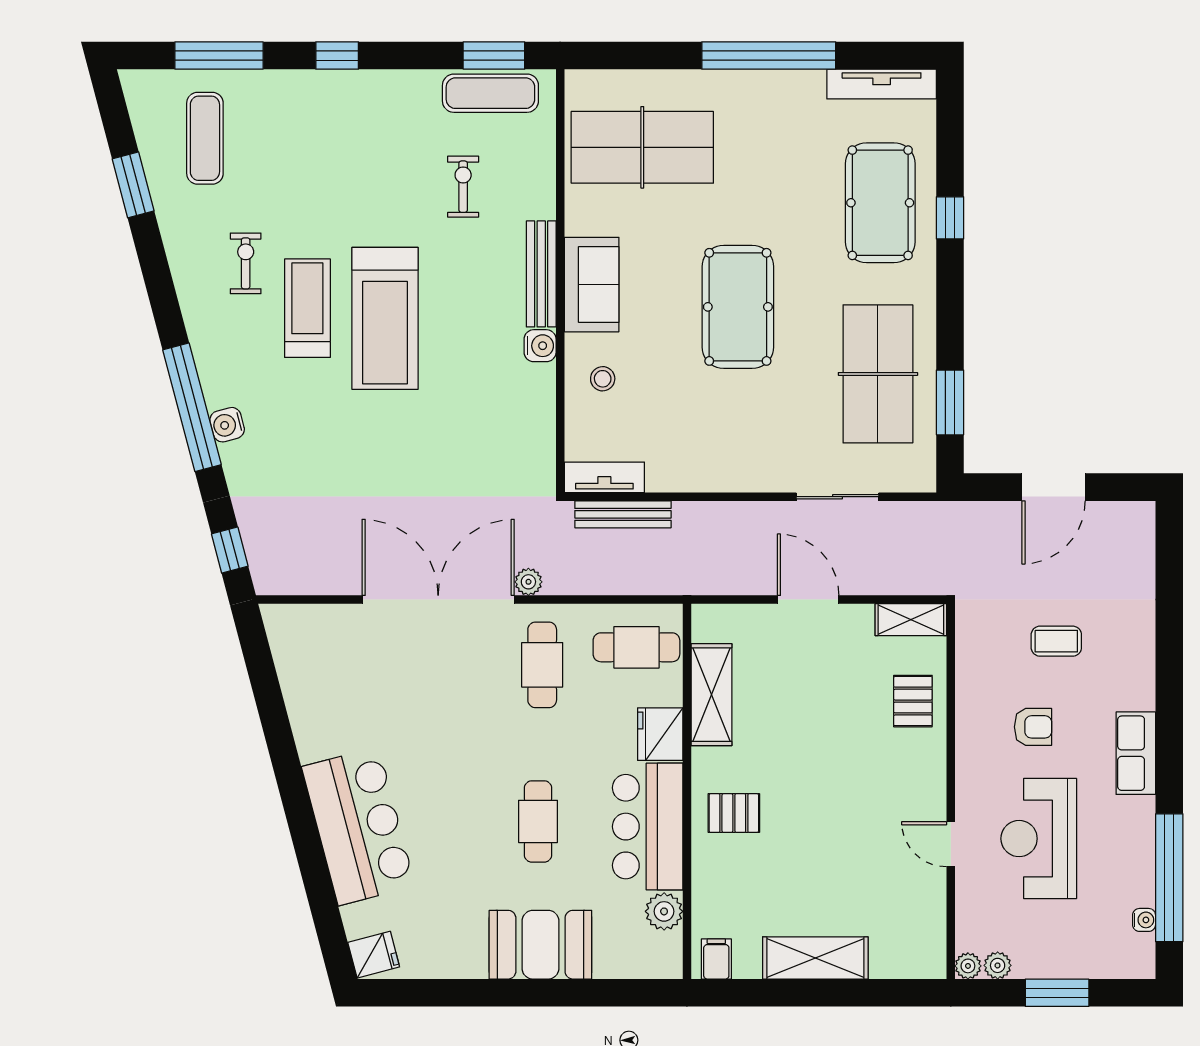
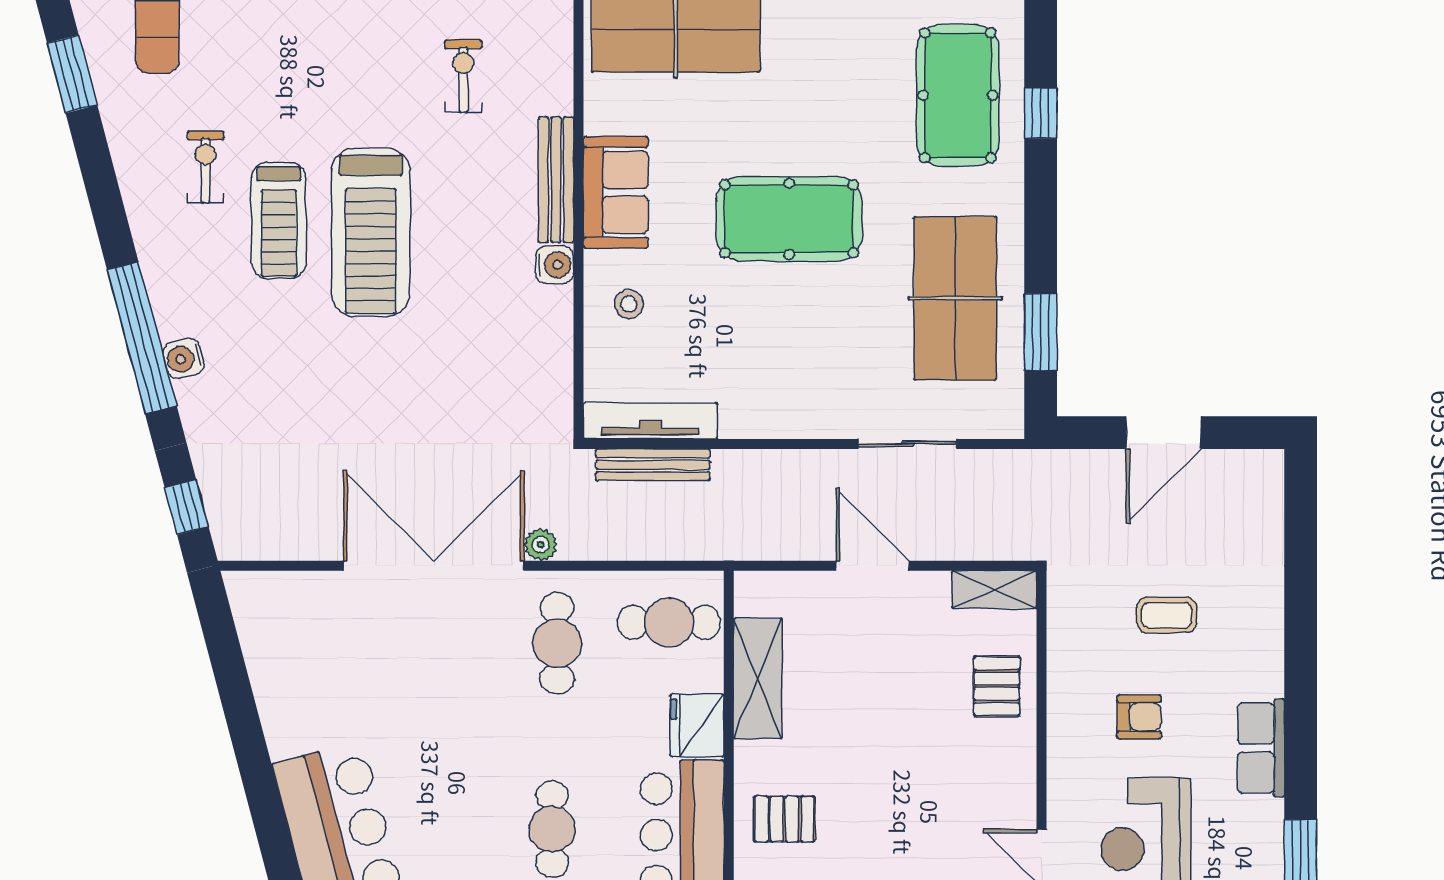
pool table: (738, 307) -> (789, 219), turned 90
treadmill: (307, 308) -> (279, 220), turned 180
tv unit: (604, 477) -> (650, 421), width x1.41

